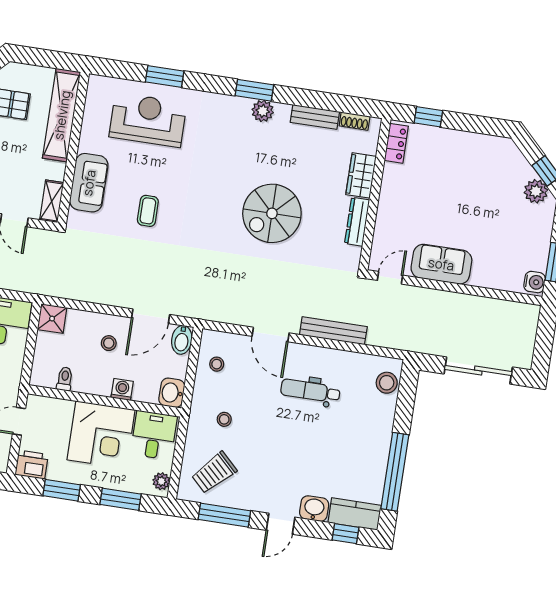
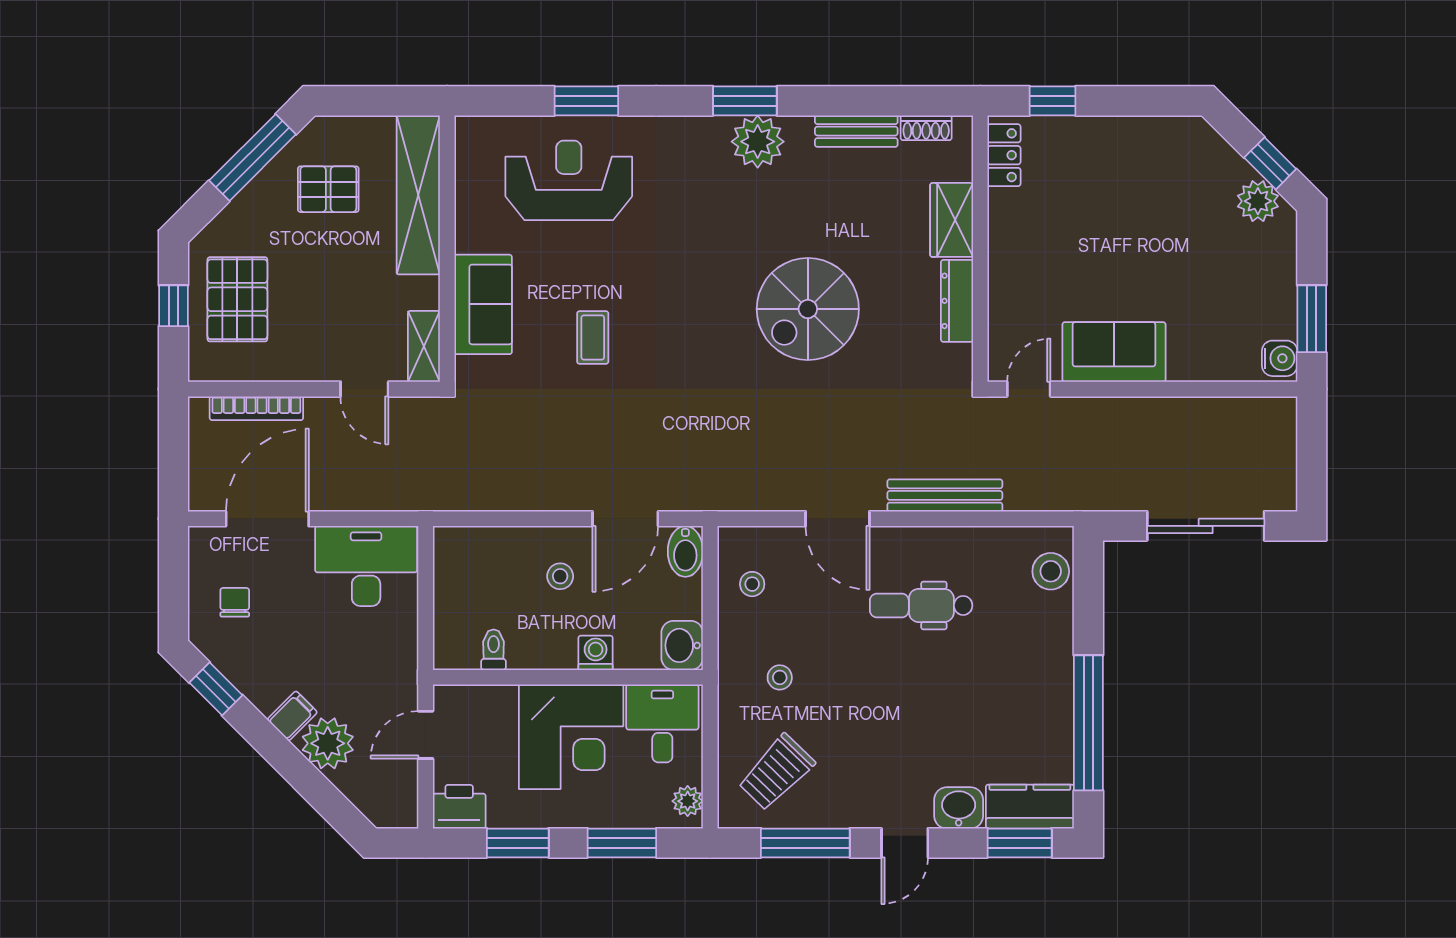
plant: (263, 111) -> (758, 142), width x1.36, depth x1.36
shower: (52, 319) -> (456, 549), removed
window: (346, 534) -> (1020, 843), width x1.50

